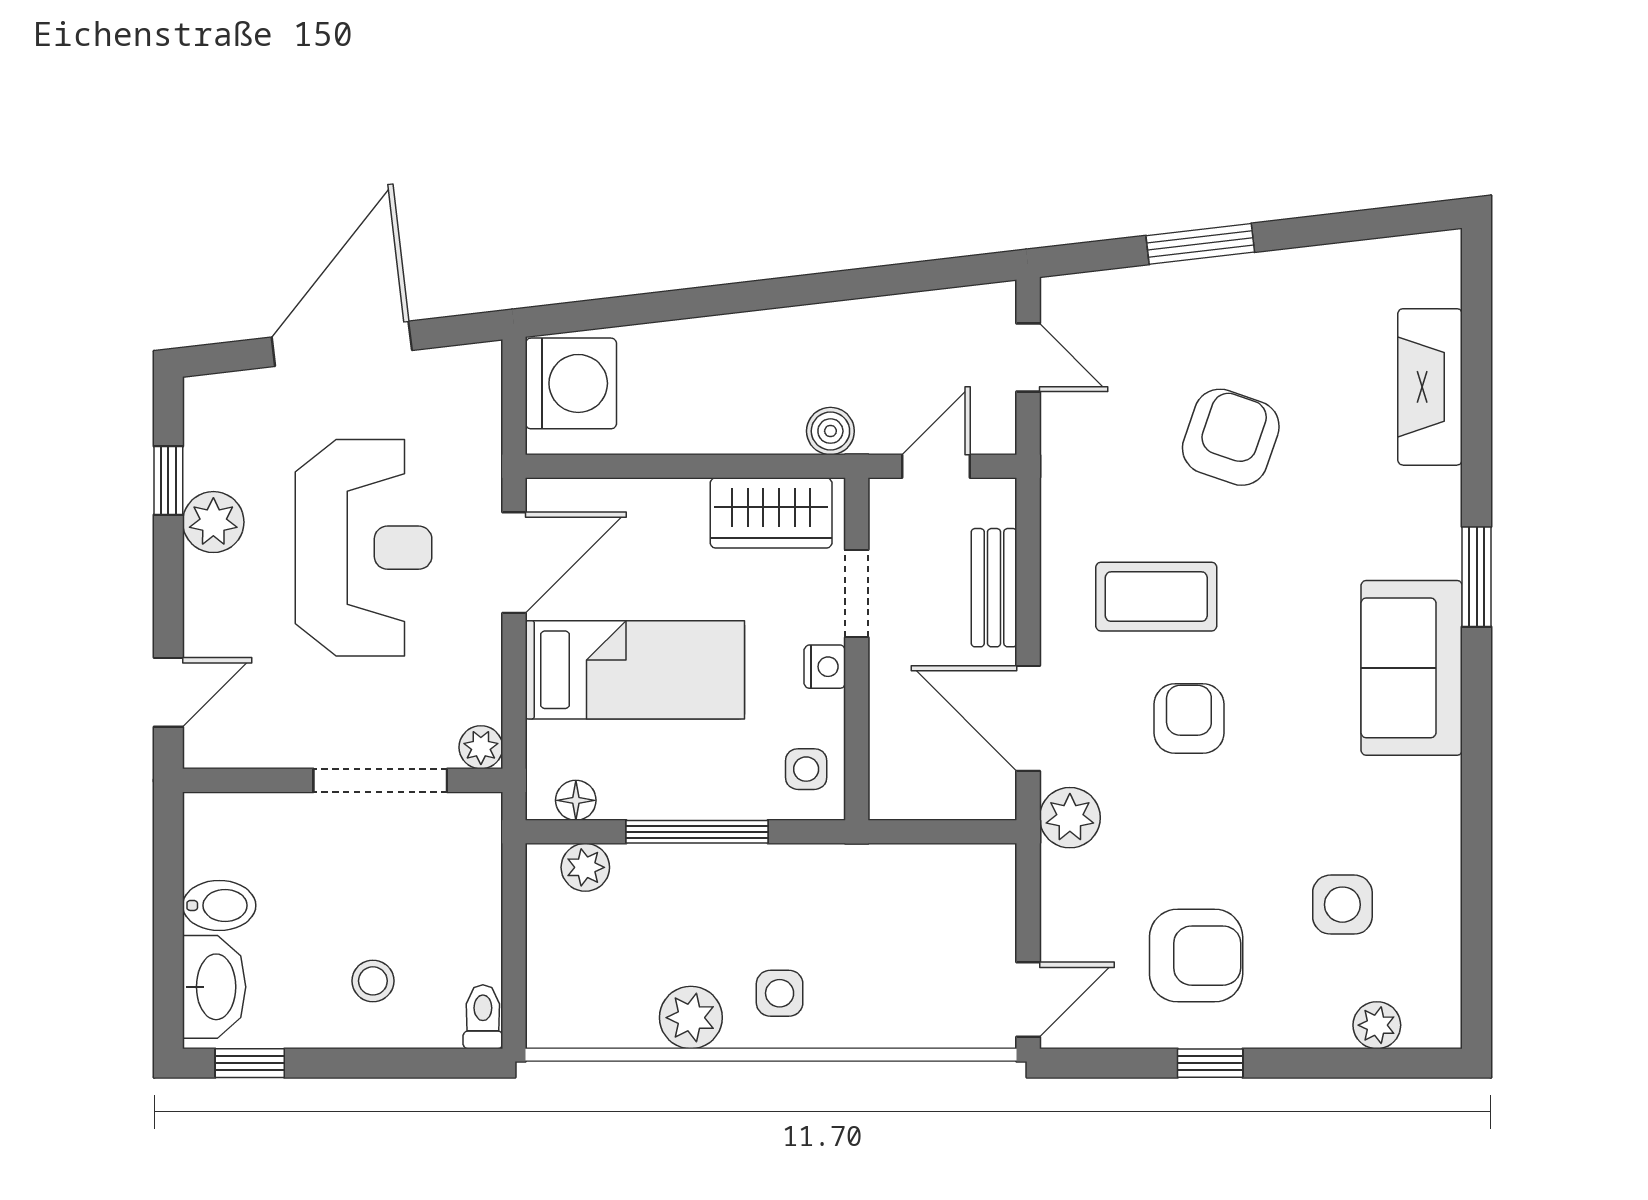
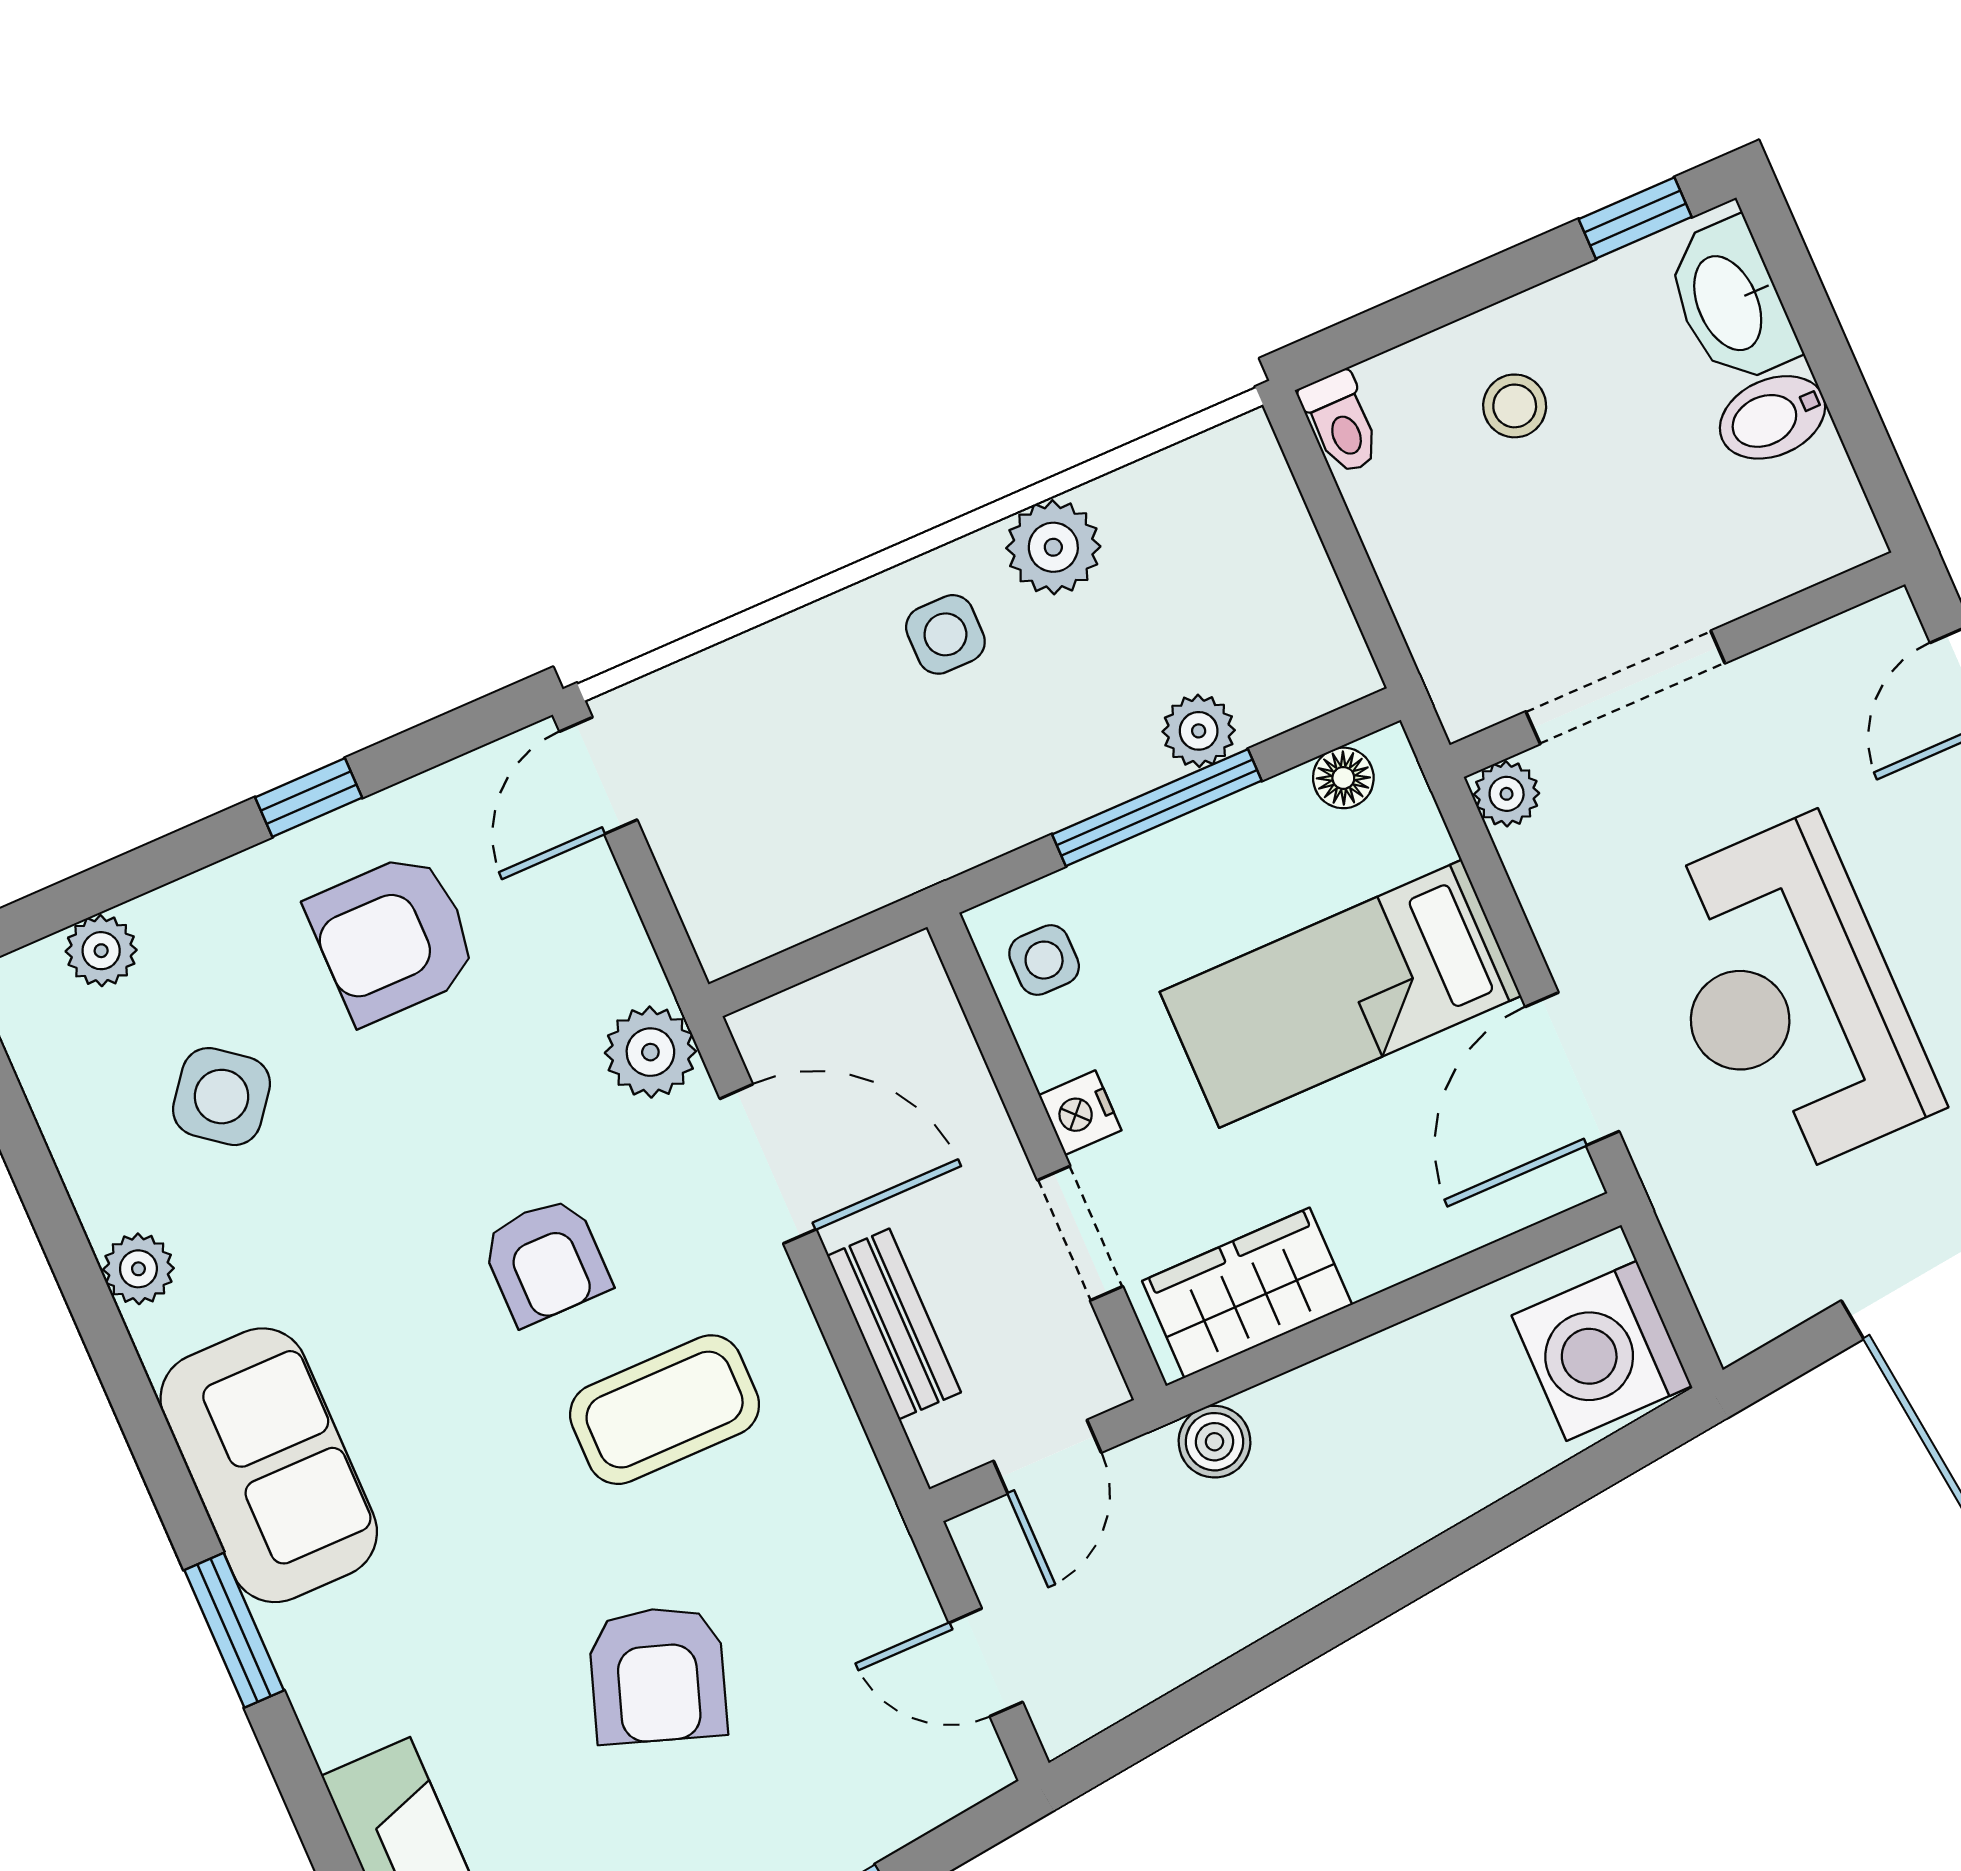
plant: (1439, 822) -> (138, 1269), added
plant: (585, 867) -> (1199, 731), moved
side table: (1342, 905) -> (221, 1097), turned 38

